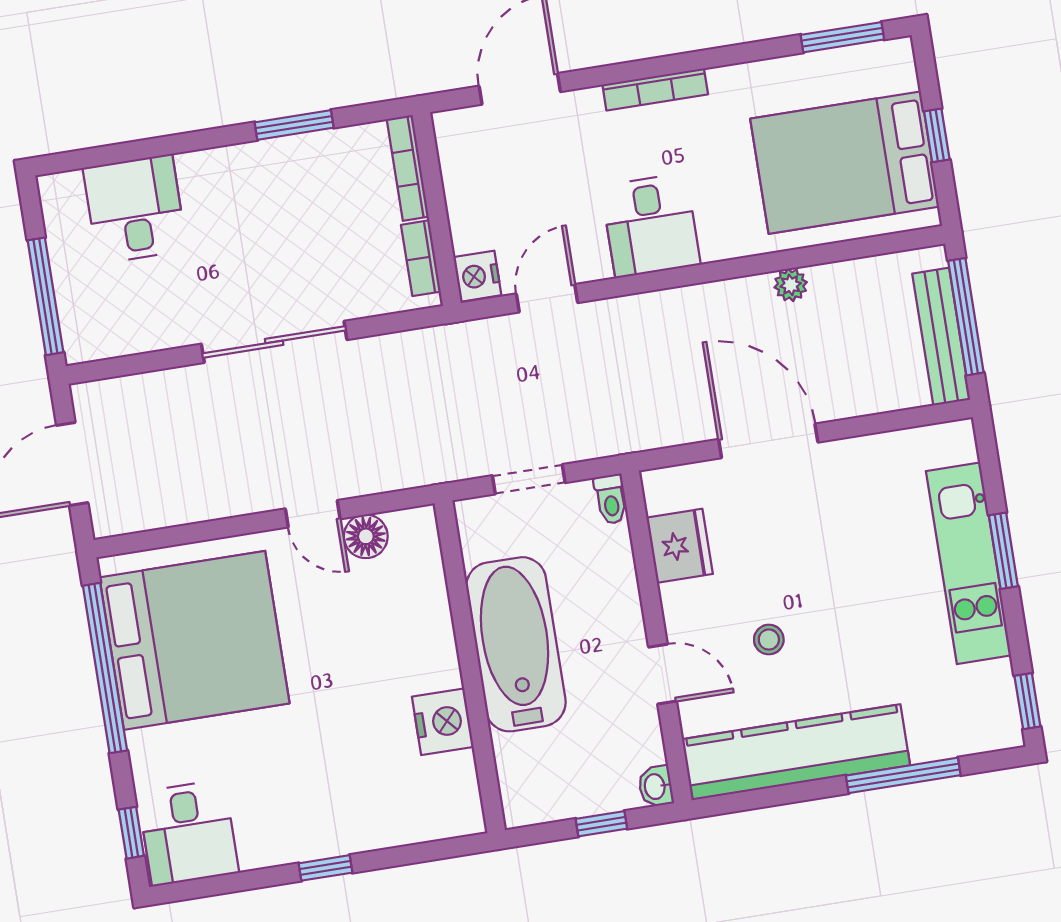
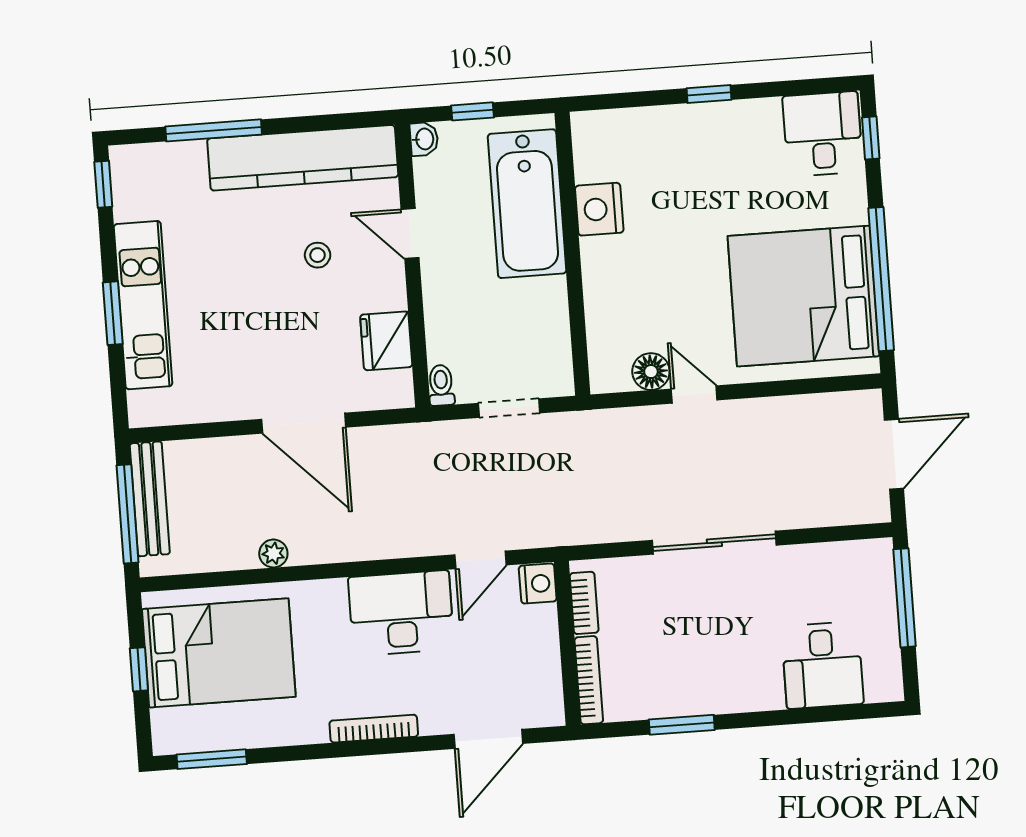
desk: (651, 225) -> (401, 613), width x1.37
bathtub: (516, 644) -> (527, 204), moved

